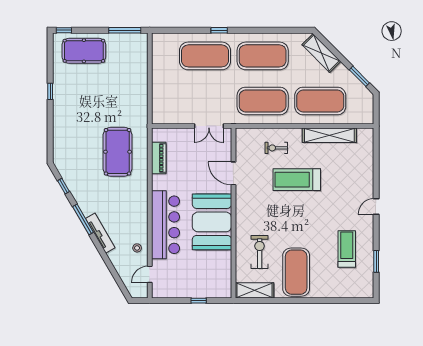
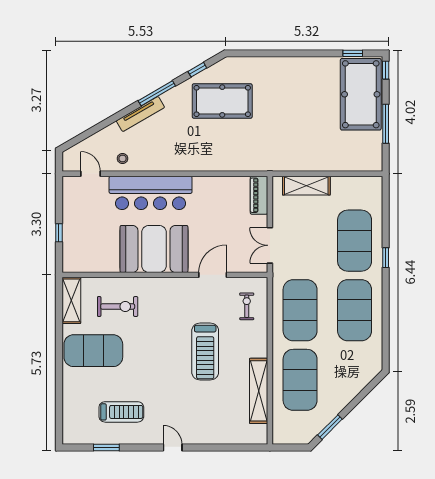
window: (125, 30) -> (386, 124), moved
pool table: (84, 51) -> (361, 94), width x1.36, depth x1.32
shelving: (321, 53) -> (306, 186), moved, turned 45
window: (50, 91) -> (353, 53), moved
exercise bike: (276, 148) -> (247, 306), moved
pool table: (118, 152) -> (222, 101), moved
piano: (159, 158) -> (259, 195), moved, turned 90
treadmill: (297, 180) -> (205, 351), turned 180

